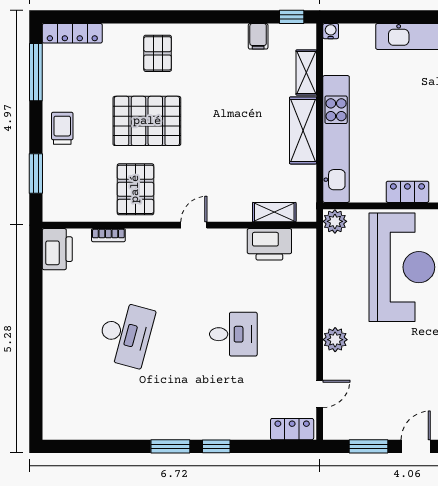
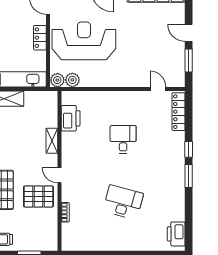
shelving: (274, 212) -> (52, 141), moved
door: (194, 225) -> (59, 175), moved
printer: (57, 249) -> (176, 234), moved, turned -90
plant: (335, 340) -> (72, 80), moved
locker: (292, 429) -> (179, 112), width x1.53

